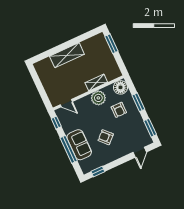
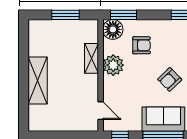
window: (111, 44) -> (65, 15), moved
window: (138, 102) -> (124, 15), moved
door: (66, 103) -> (101, 111), hinge flipped

